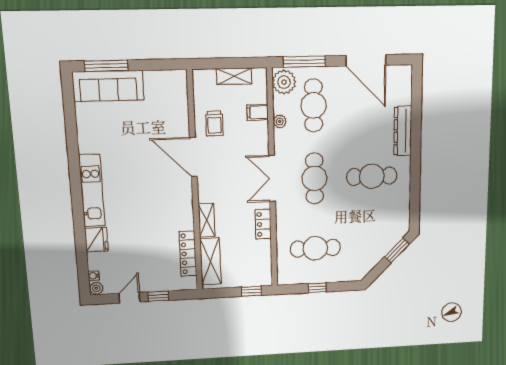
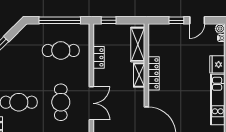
locker: (263, 224) -> (99, 57), moved
locker: (188, 254) -> (154, 73), moved
window: (317, 288) -> (60, 20), width x3.17

